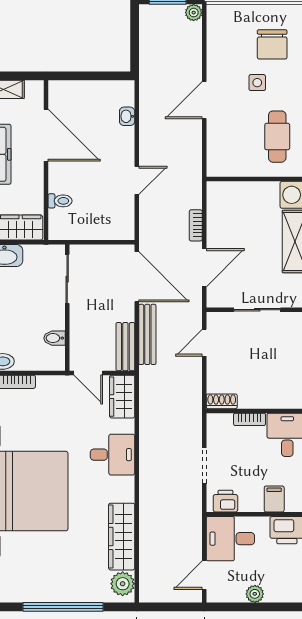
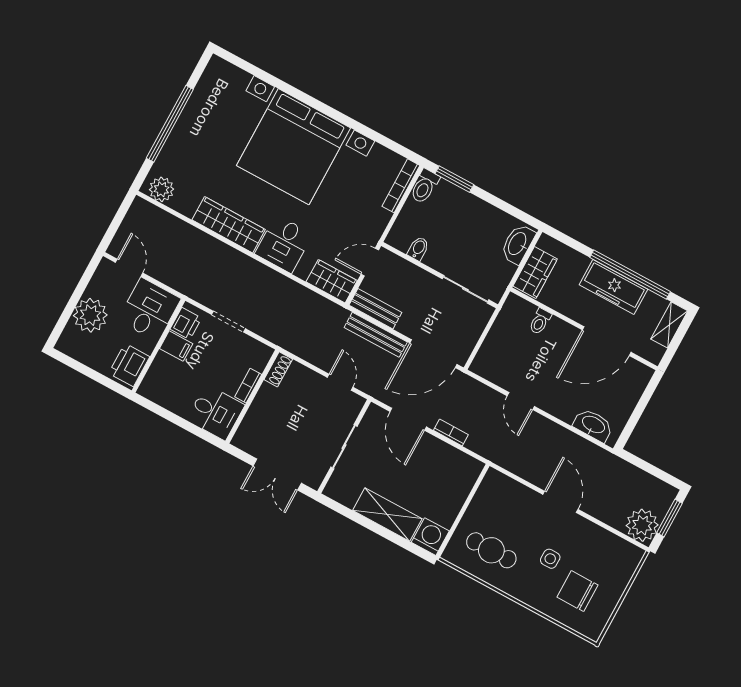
plant: (194, 13) -> (642, 525), width x1.88, depth x1.88
washbasin: (127, 116) -> (593, 425), width x1.91, depth x1.45
filing cabinet: (274, 499) -> (176, 346), moved
wardrobe: (122, 537) -> (229, 225), moved
plant: (255, 594) -> (90, 315), width x1.88, depth x1.88

